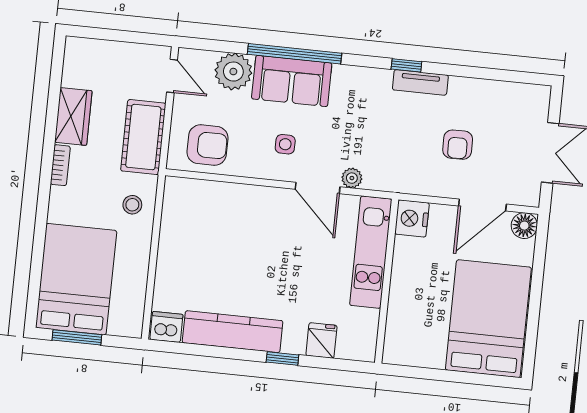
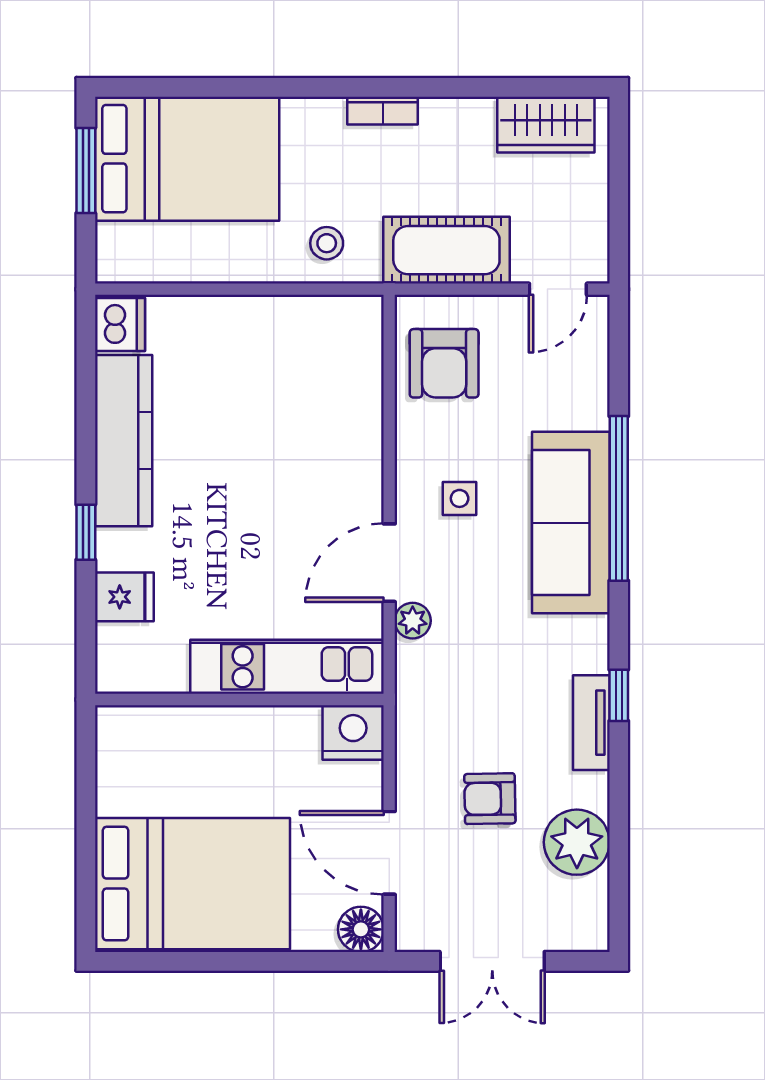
plant: (233, 72) -> (577, 842), moved
sofa: (292, 81) -> (571, 523), width x1.36
wardrobe: (73, 116) -> (546, 125), moved

